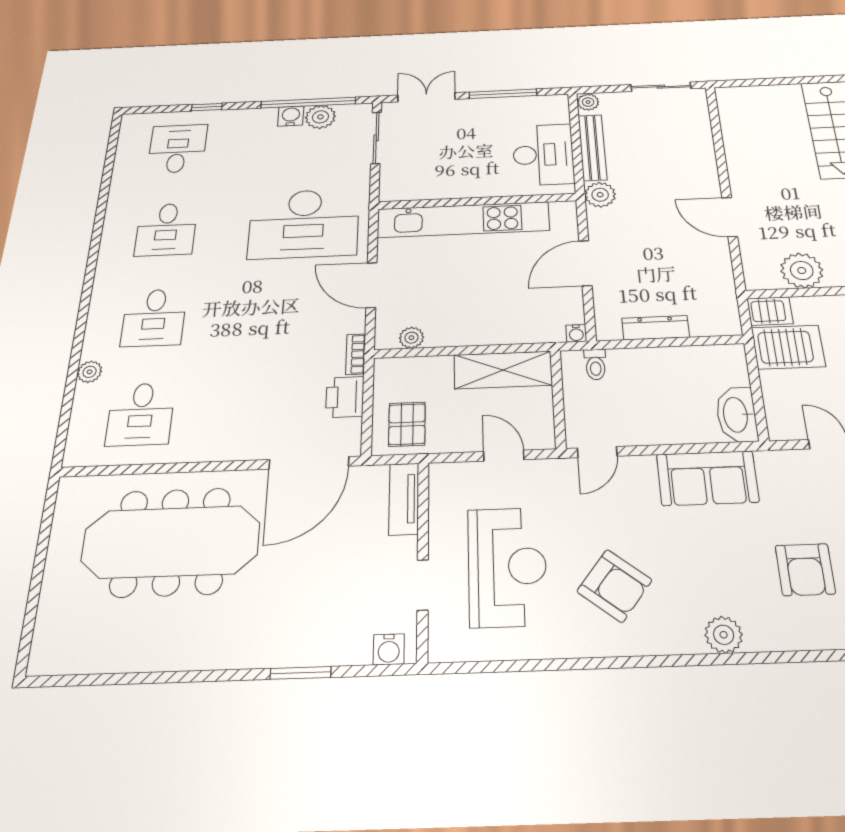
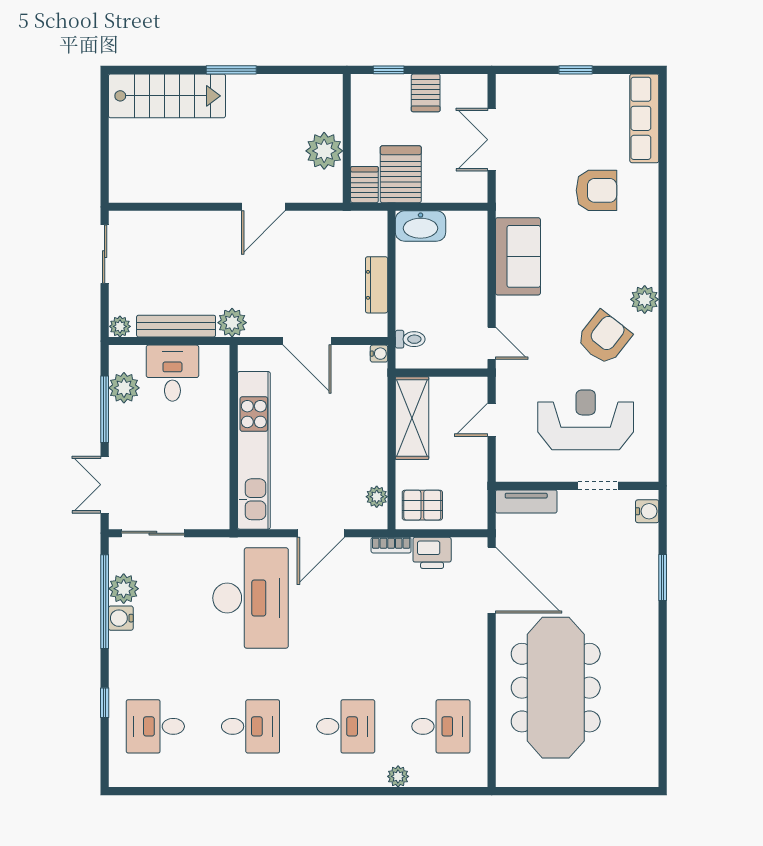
plant: (525, 108) -> (124, 388), added
desk: (543, 155) -> (172, 373), width x0.73
washbasin: (736, 415) -> (421, 226), moved
pallet: (407, 424) -> (422, 505), moved
plant: (724, 635) -> (645, 299), moved

